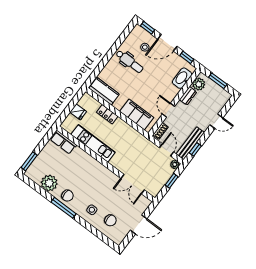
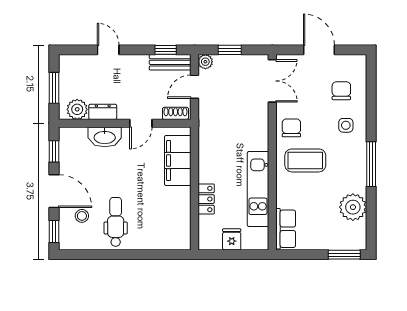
washbasin: (182, 78) -> (105, 137), moved
kitchen counter: (104, 91) -> (179, 226), removed
bench: (190, 143) -> (170, 62), width x0.73
coffee table: (90, 177) -> (305, 160), added
double door: (133, 184) -> (272, 81), moved
chair: (67, 196) -> (291, 128), moved

